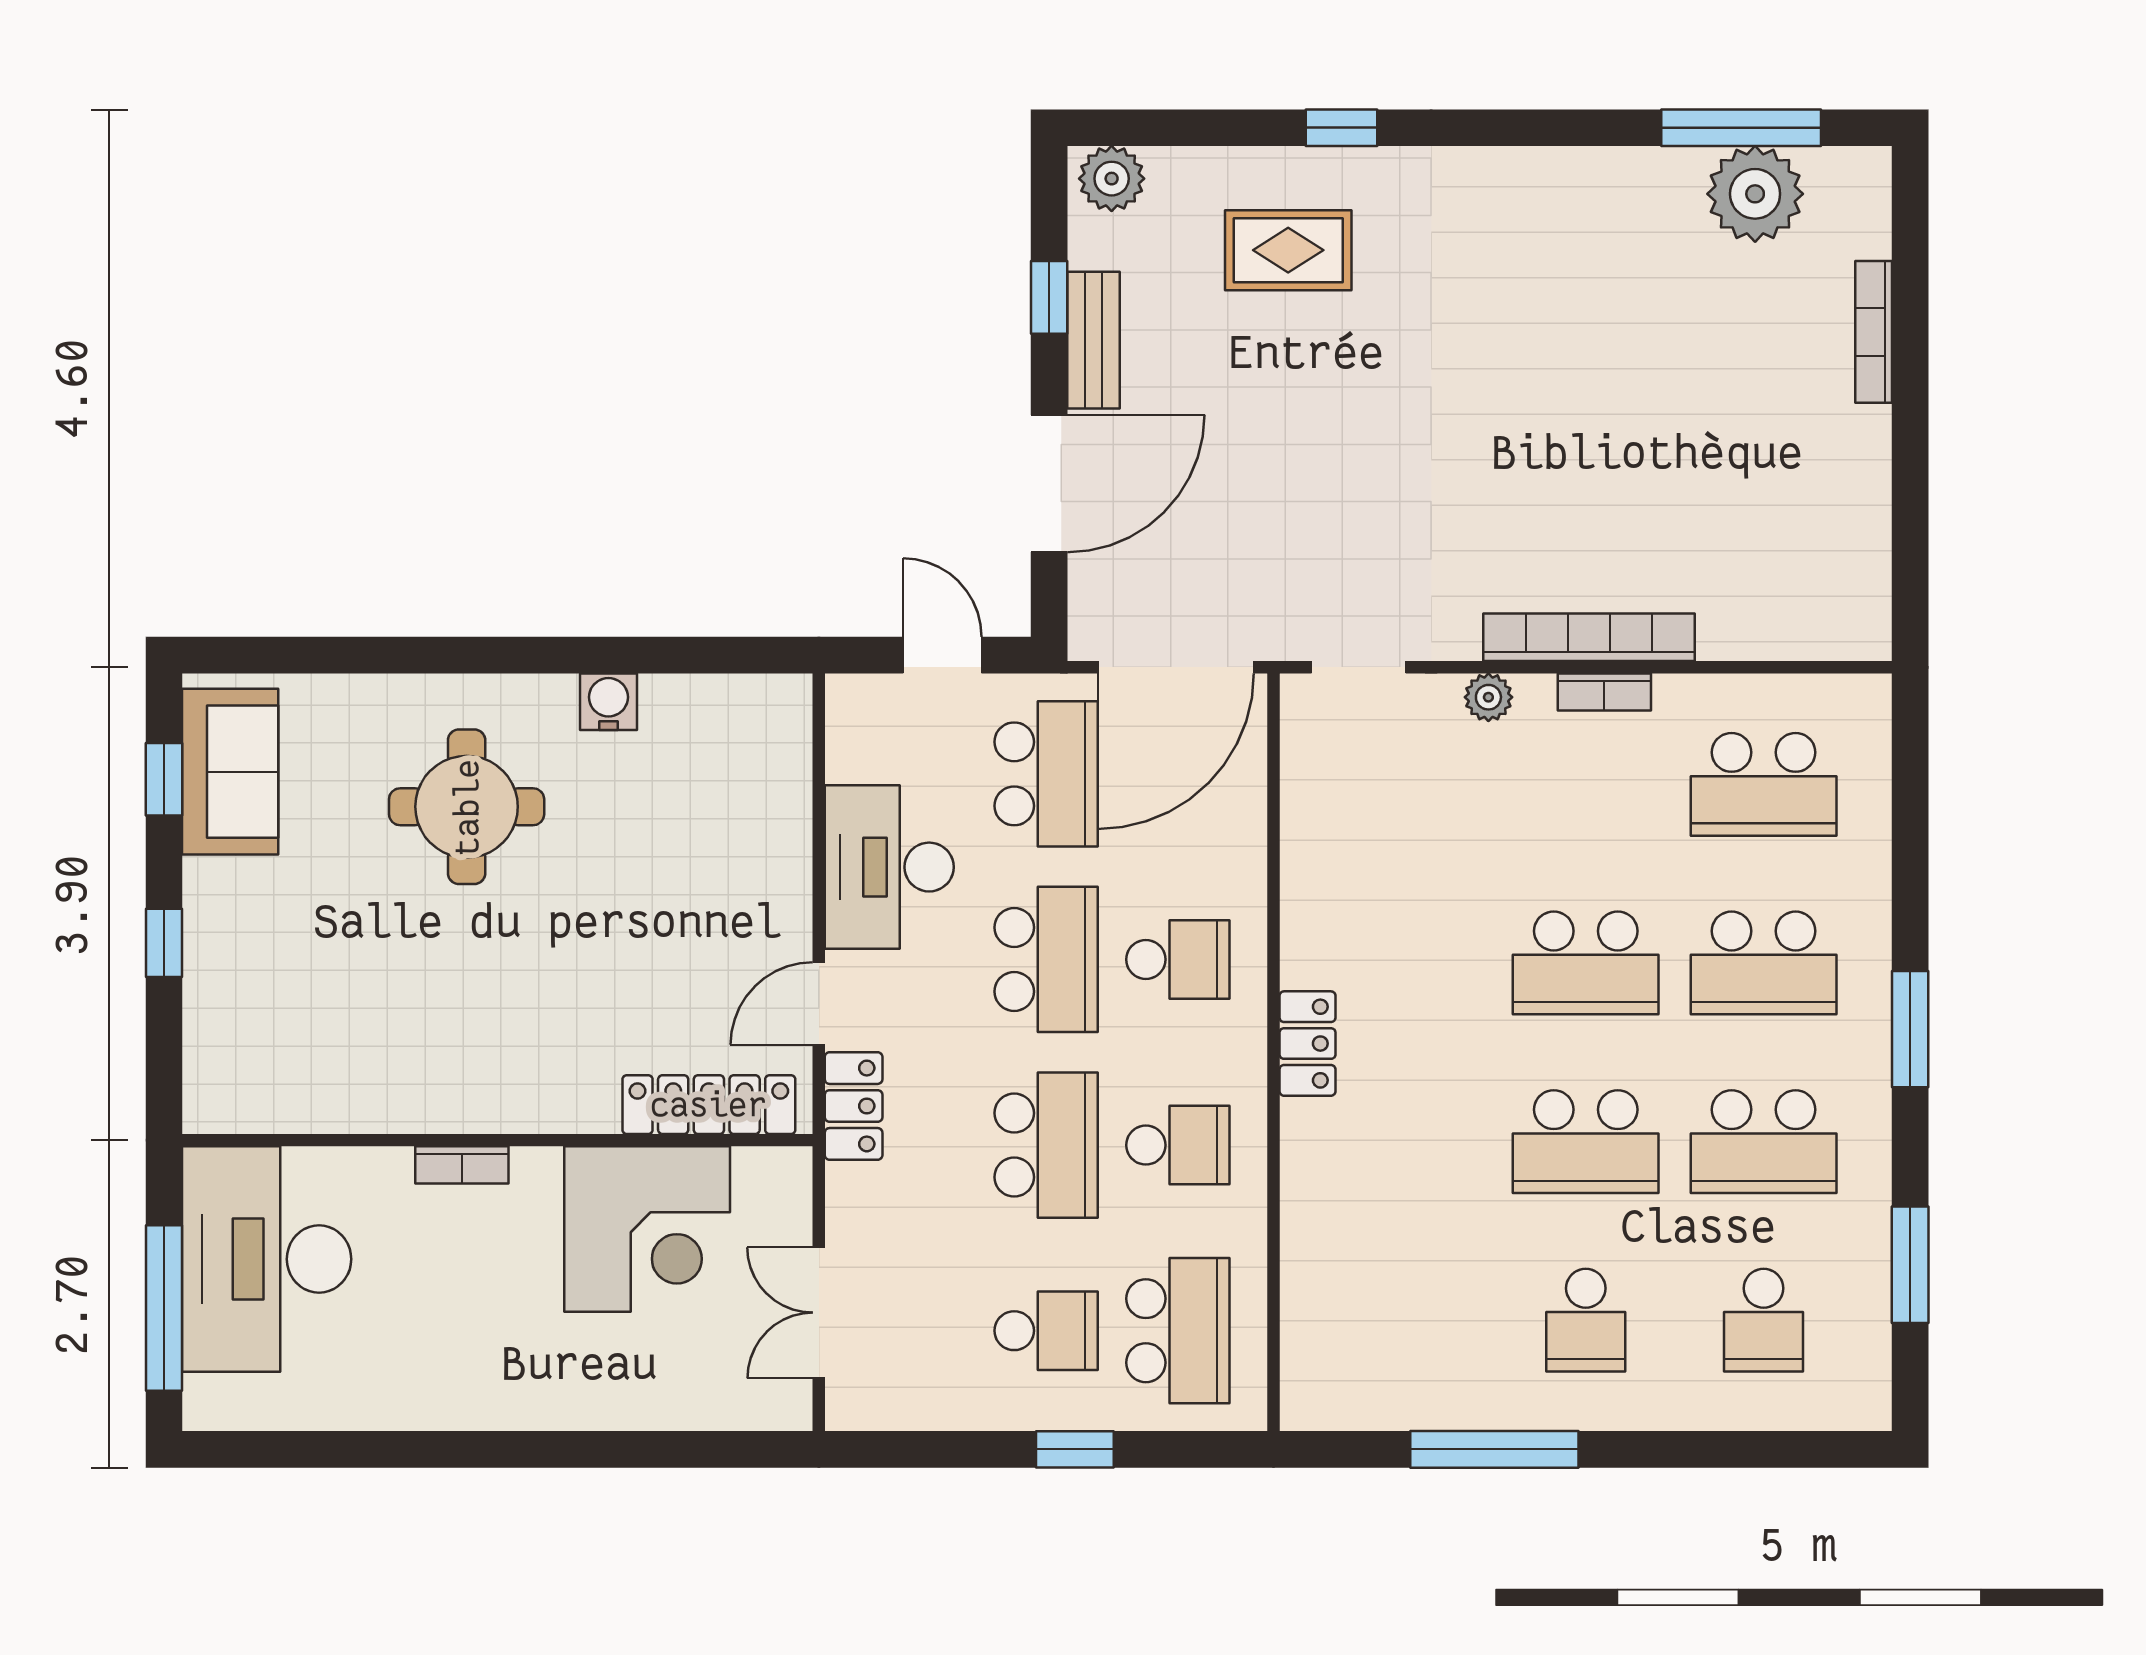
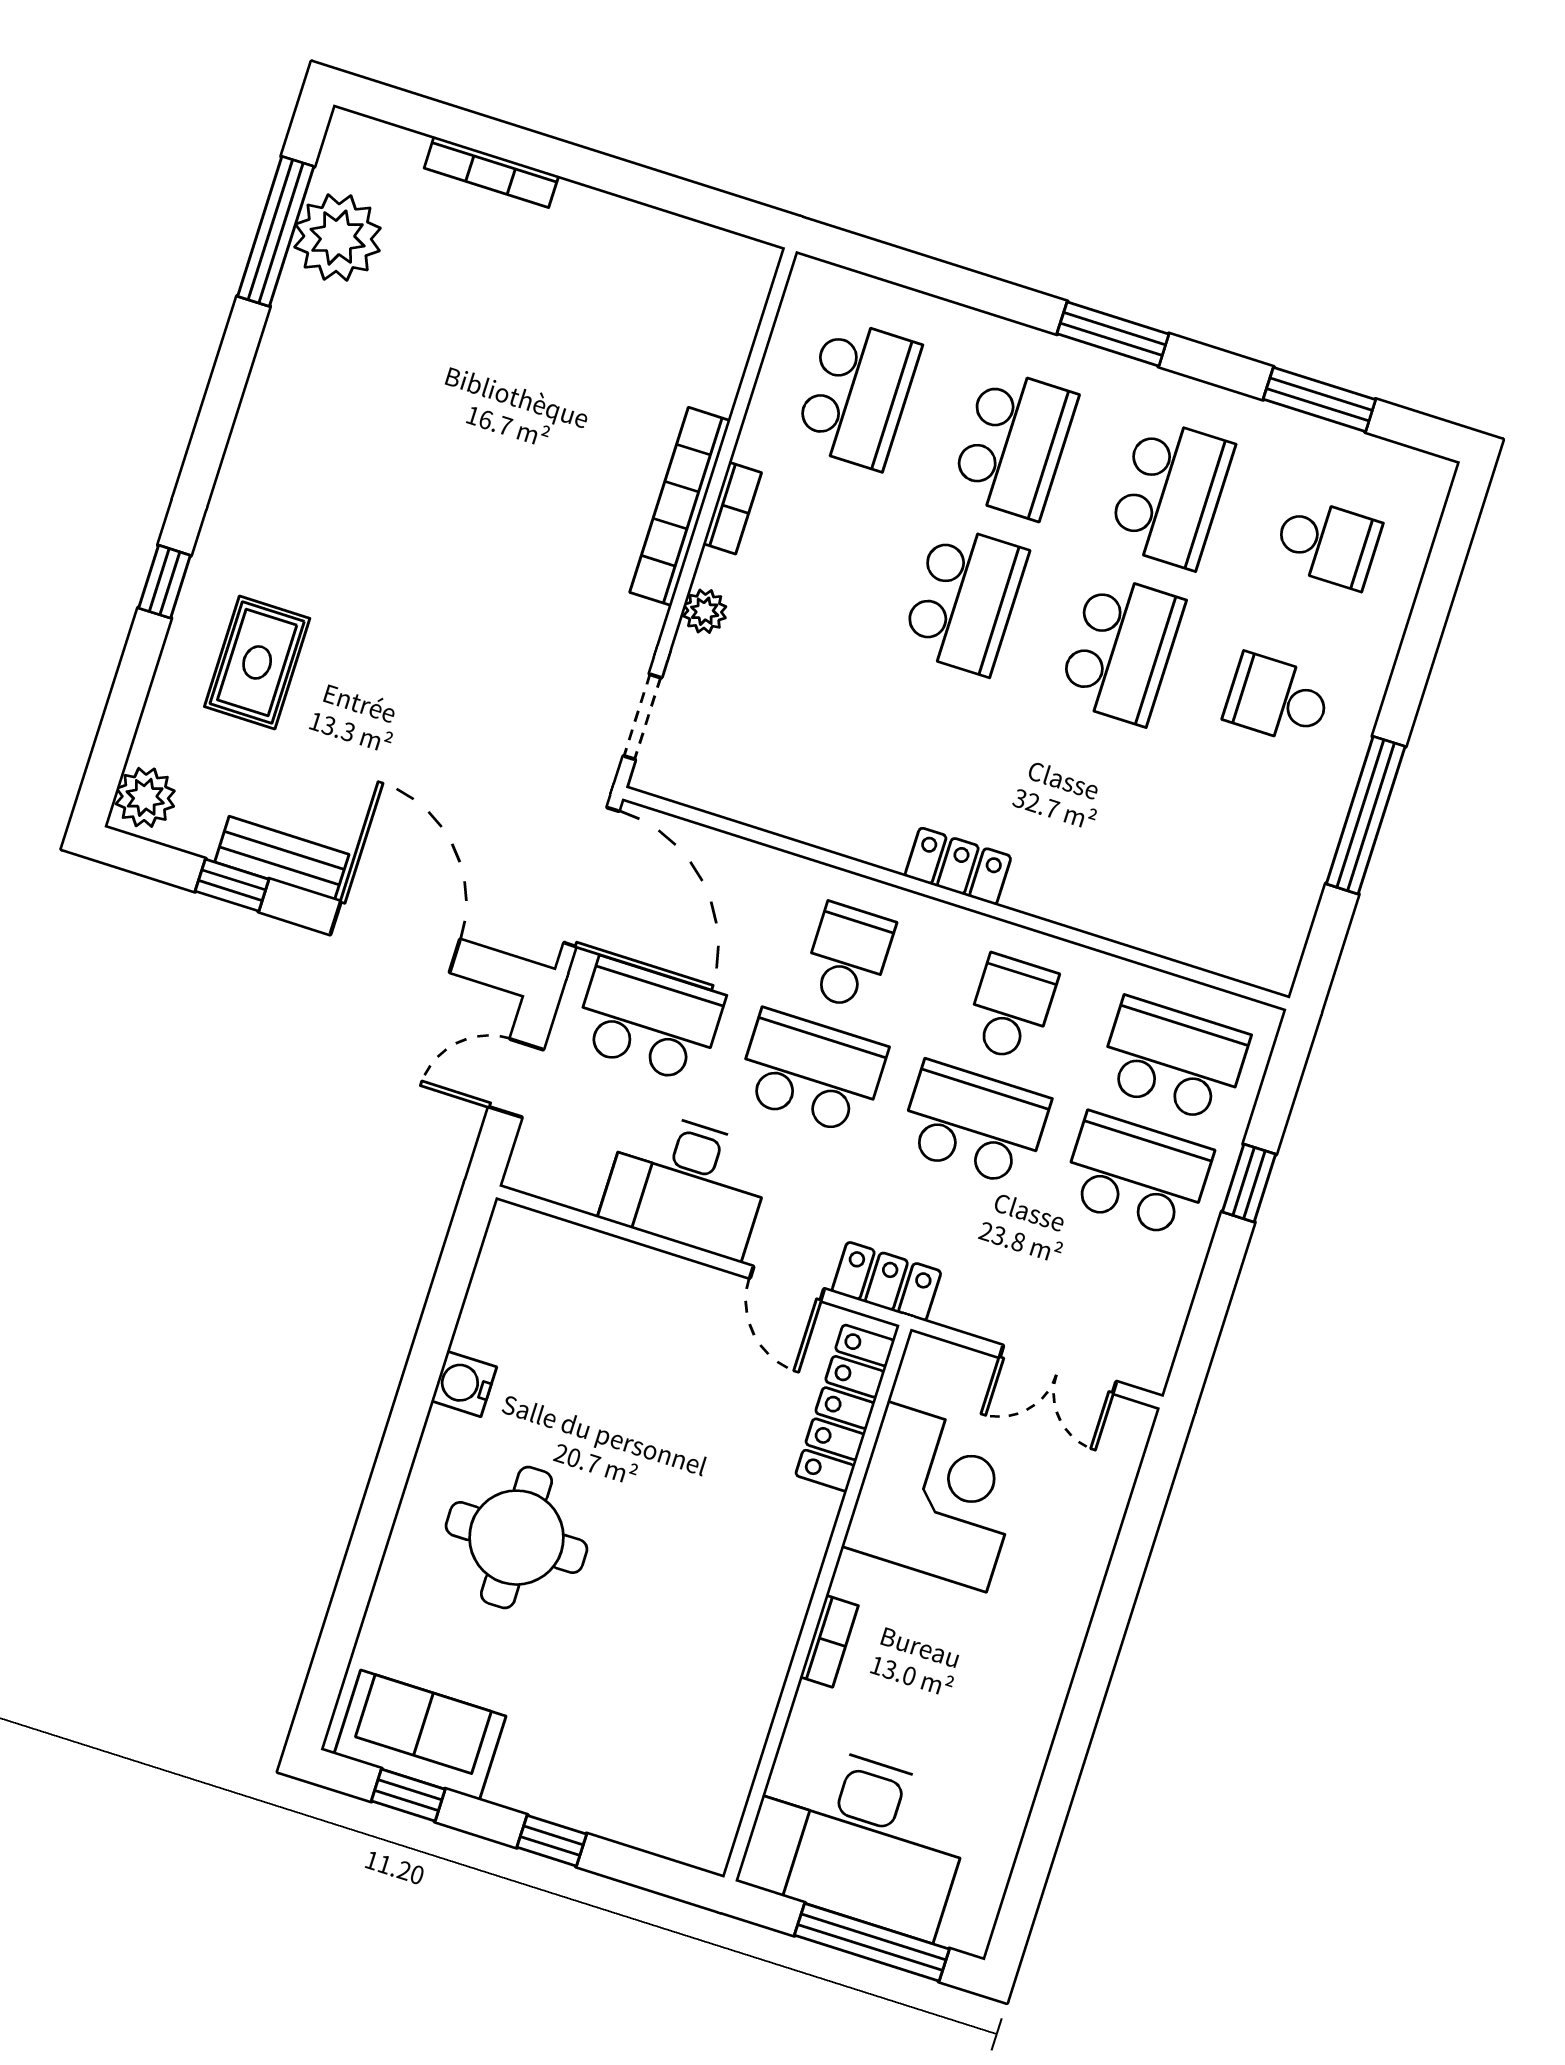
school desk: (1586, 1320) -> (1278, 699), turned 180
school desk: (1046, 1331) -> (1137, 1175), width x1.85

